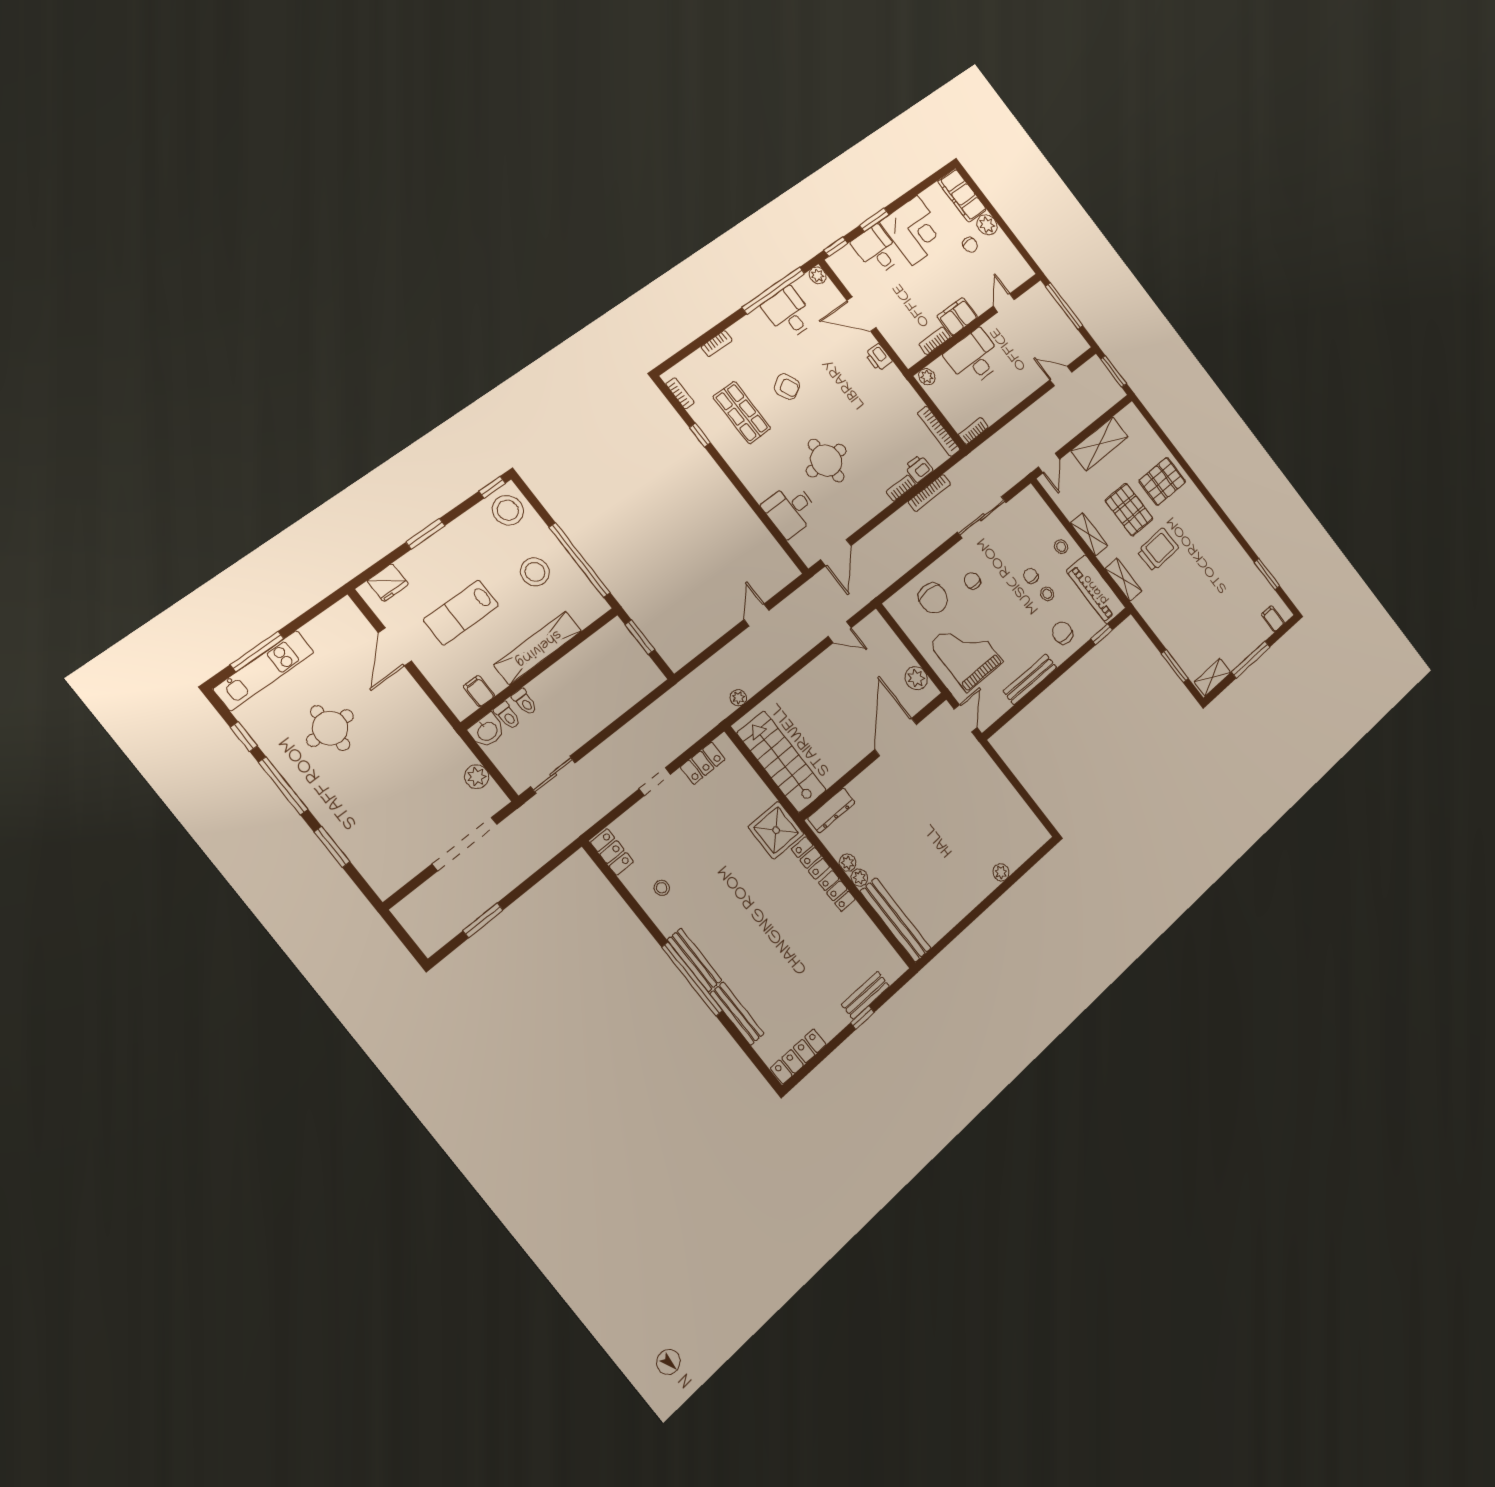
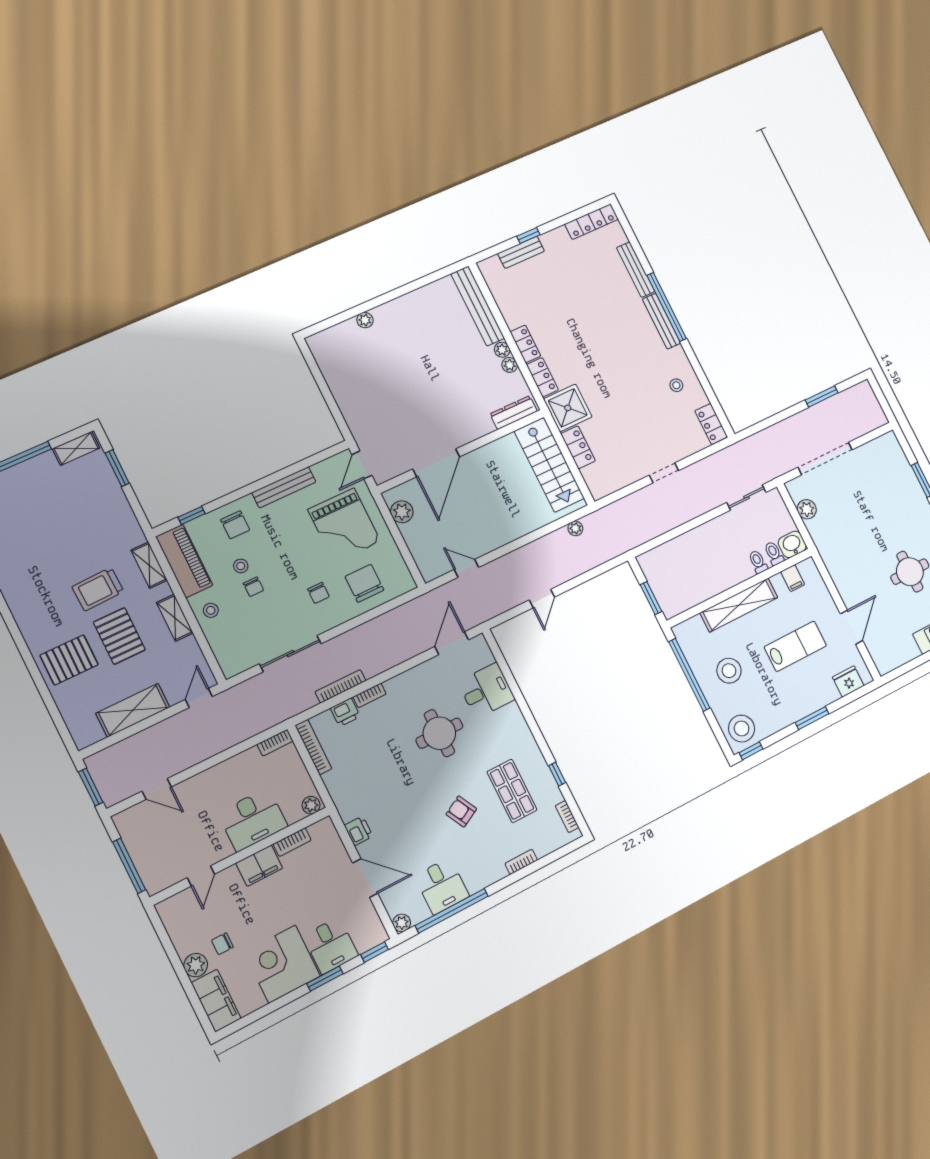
chair: (970, 245) -> (222, 944), turned -90
locker: (703, 763) -> (578, 447), moved, turned 90

